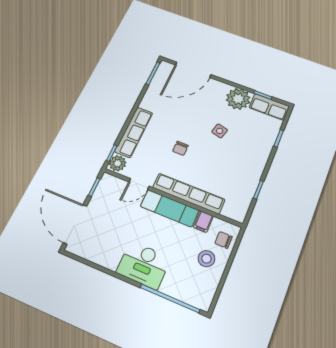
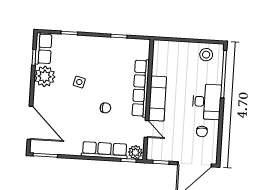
filing cabinet: (203, 222) -> (159, 70), removed
chair: (224, 240) -> (202, 132), moved
stool: (206, 259) -> (206, 55), moved

